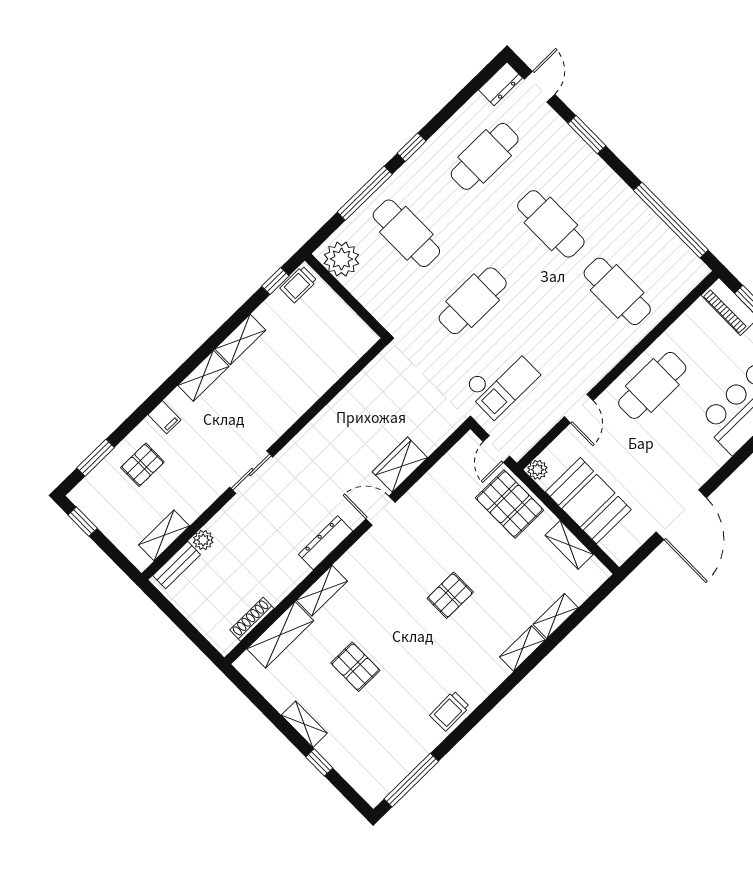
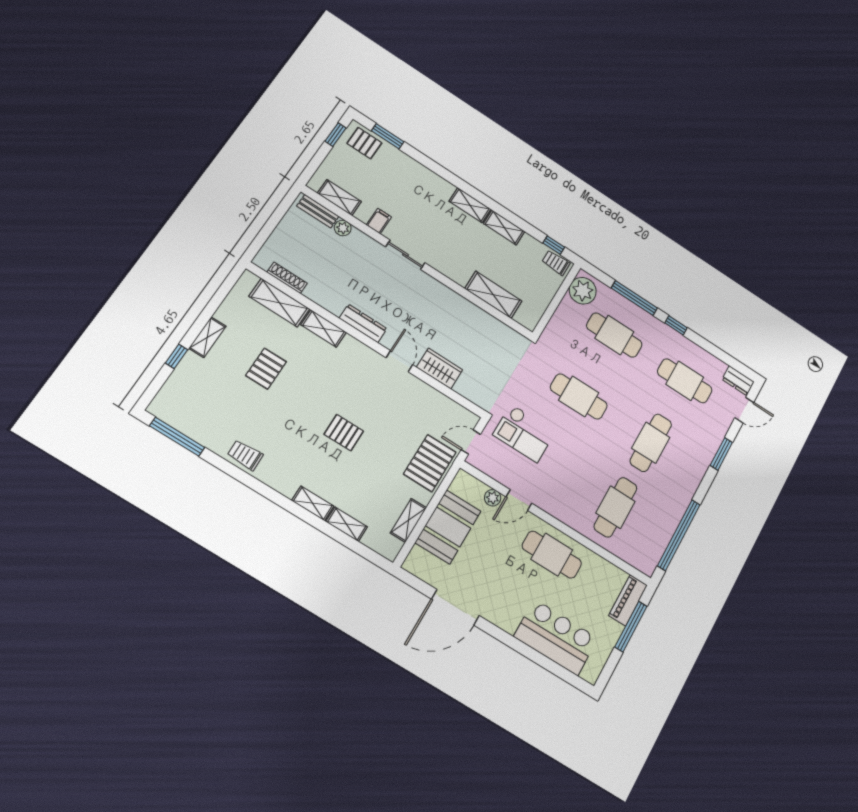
cafe table: (406, 233) -> (614, 335), turned 90
shelving: (323, 375) -> (493, 295), added
filing cabinet: (164, 417) -> (379, 221), moved, turned 180
pallet: (142, 465) -> (364, 143), moved
plant: (537, 470) -> (493, 498), moved

